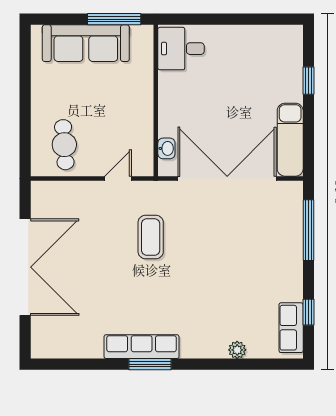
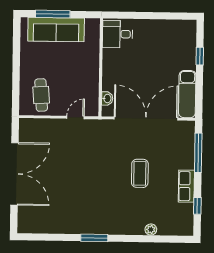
window: (114, 19) -> (53, 14), moved
coffee table: (151, 237) -> (140, 173), moved
row of seats: (291, 328) -> (186, 186), moved
row of seats: (142, 347) -> (89, 226), removed

